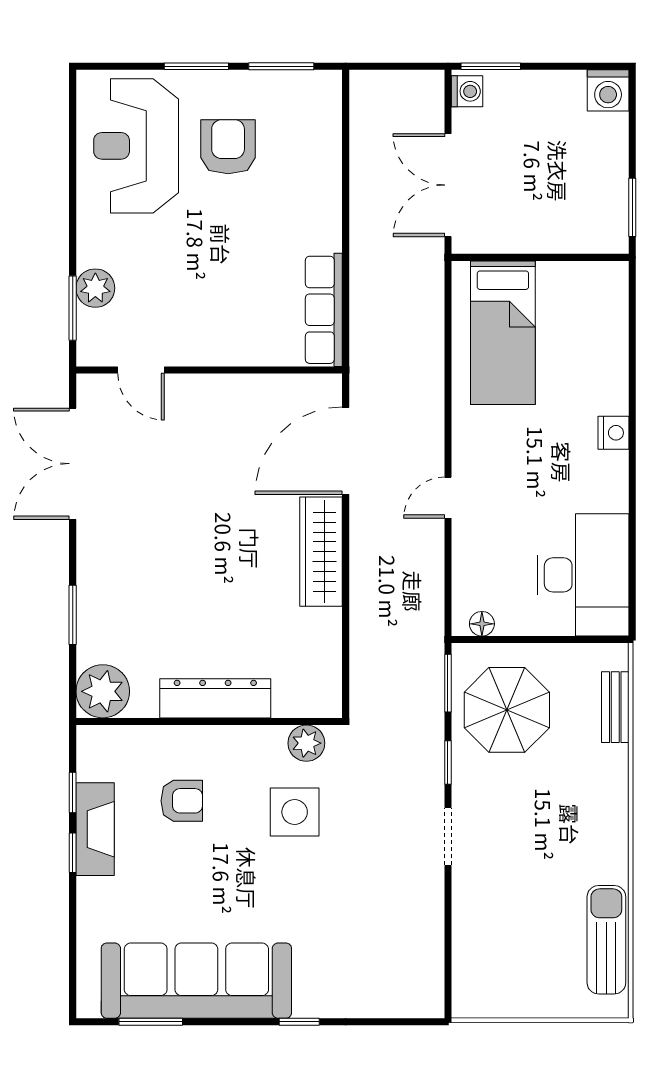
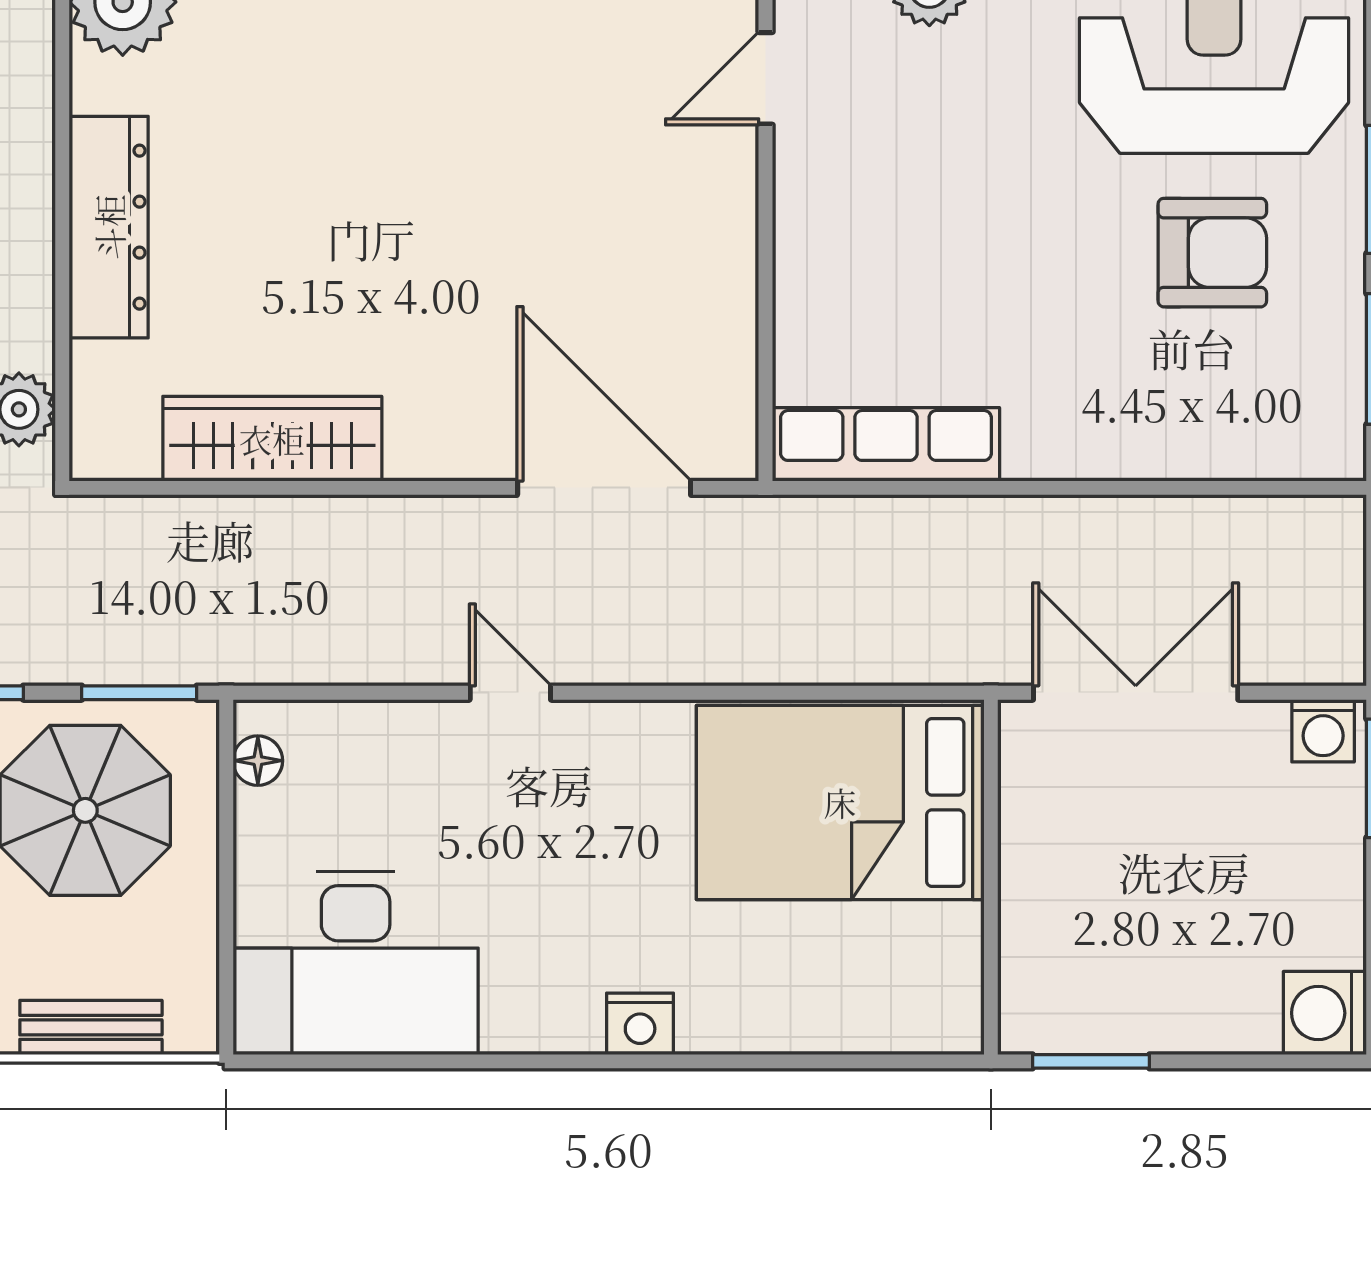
bed: (503, 333) -> (840, 802), width x1.50
wardrobe: (321, 552) -> (272, 439), moved

